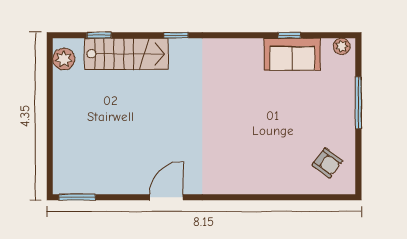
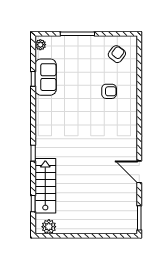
armchair: (270, 151) -> (109, 91), added
door: (166, 197) -> (139, 172), moved

